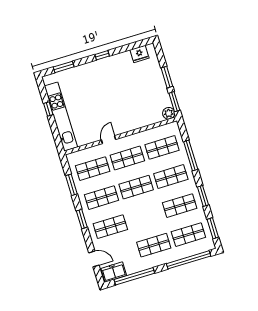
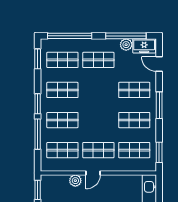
plant: (169, 113) -> (75, 181), moved
door: (109, 140) -> (93, 173), moved
window: (71, 185) -> (159, 152), moved
shop shelf: (136, 187) -> (98, 120), removed
window: (203, 196) -> (38, 104), moved
window: (82, 219) -> (159, 105), width x1.44
plant: (131, 268) -> (126, 45), added

